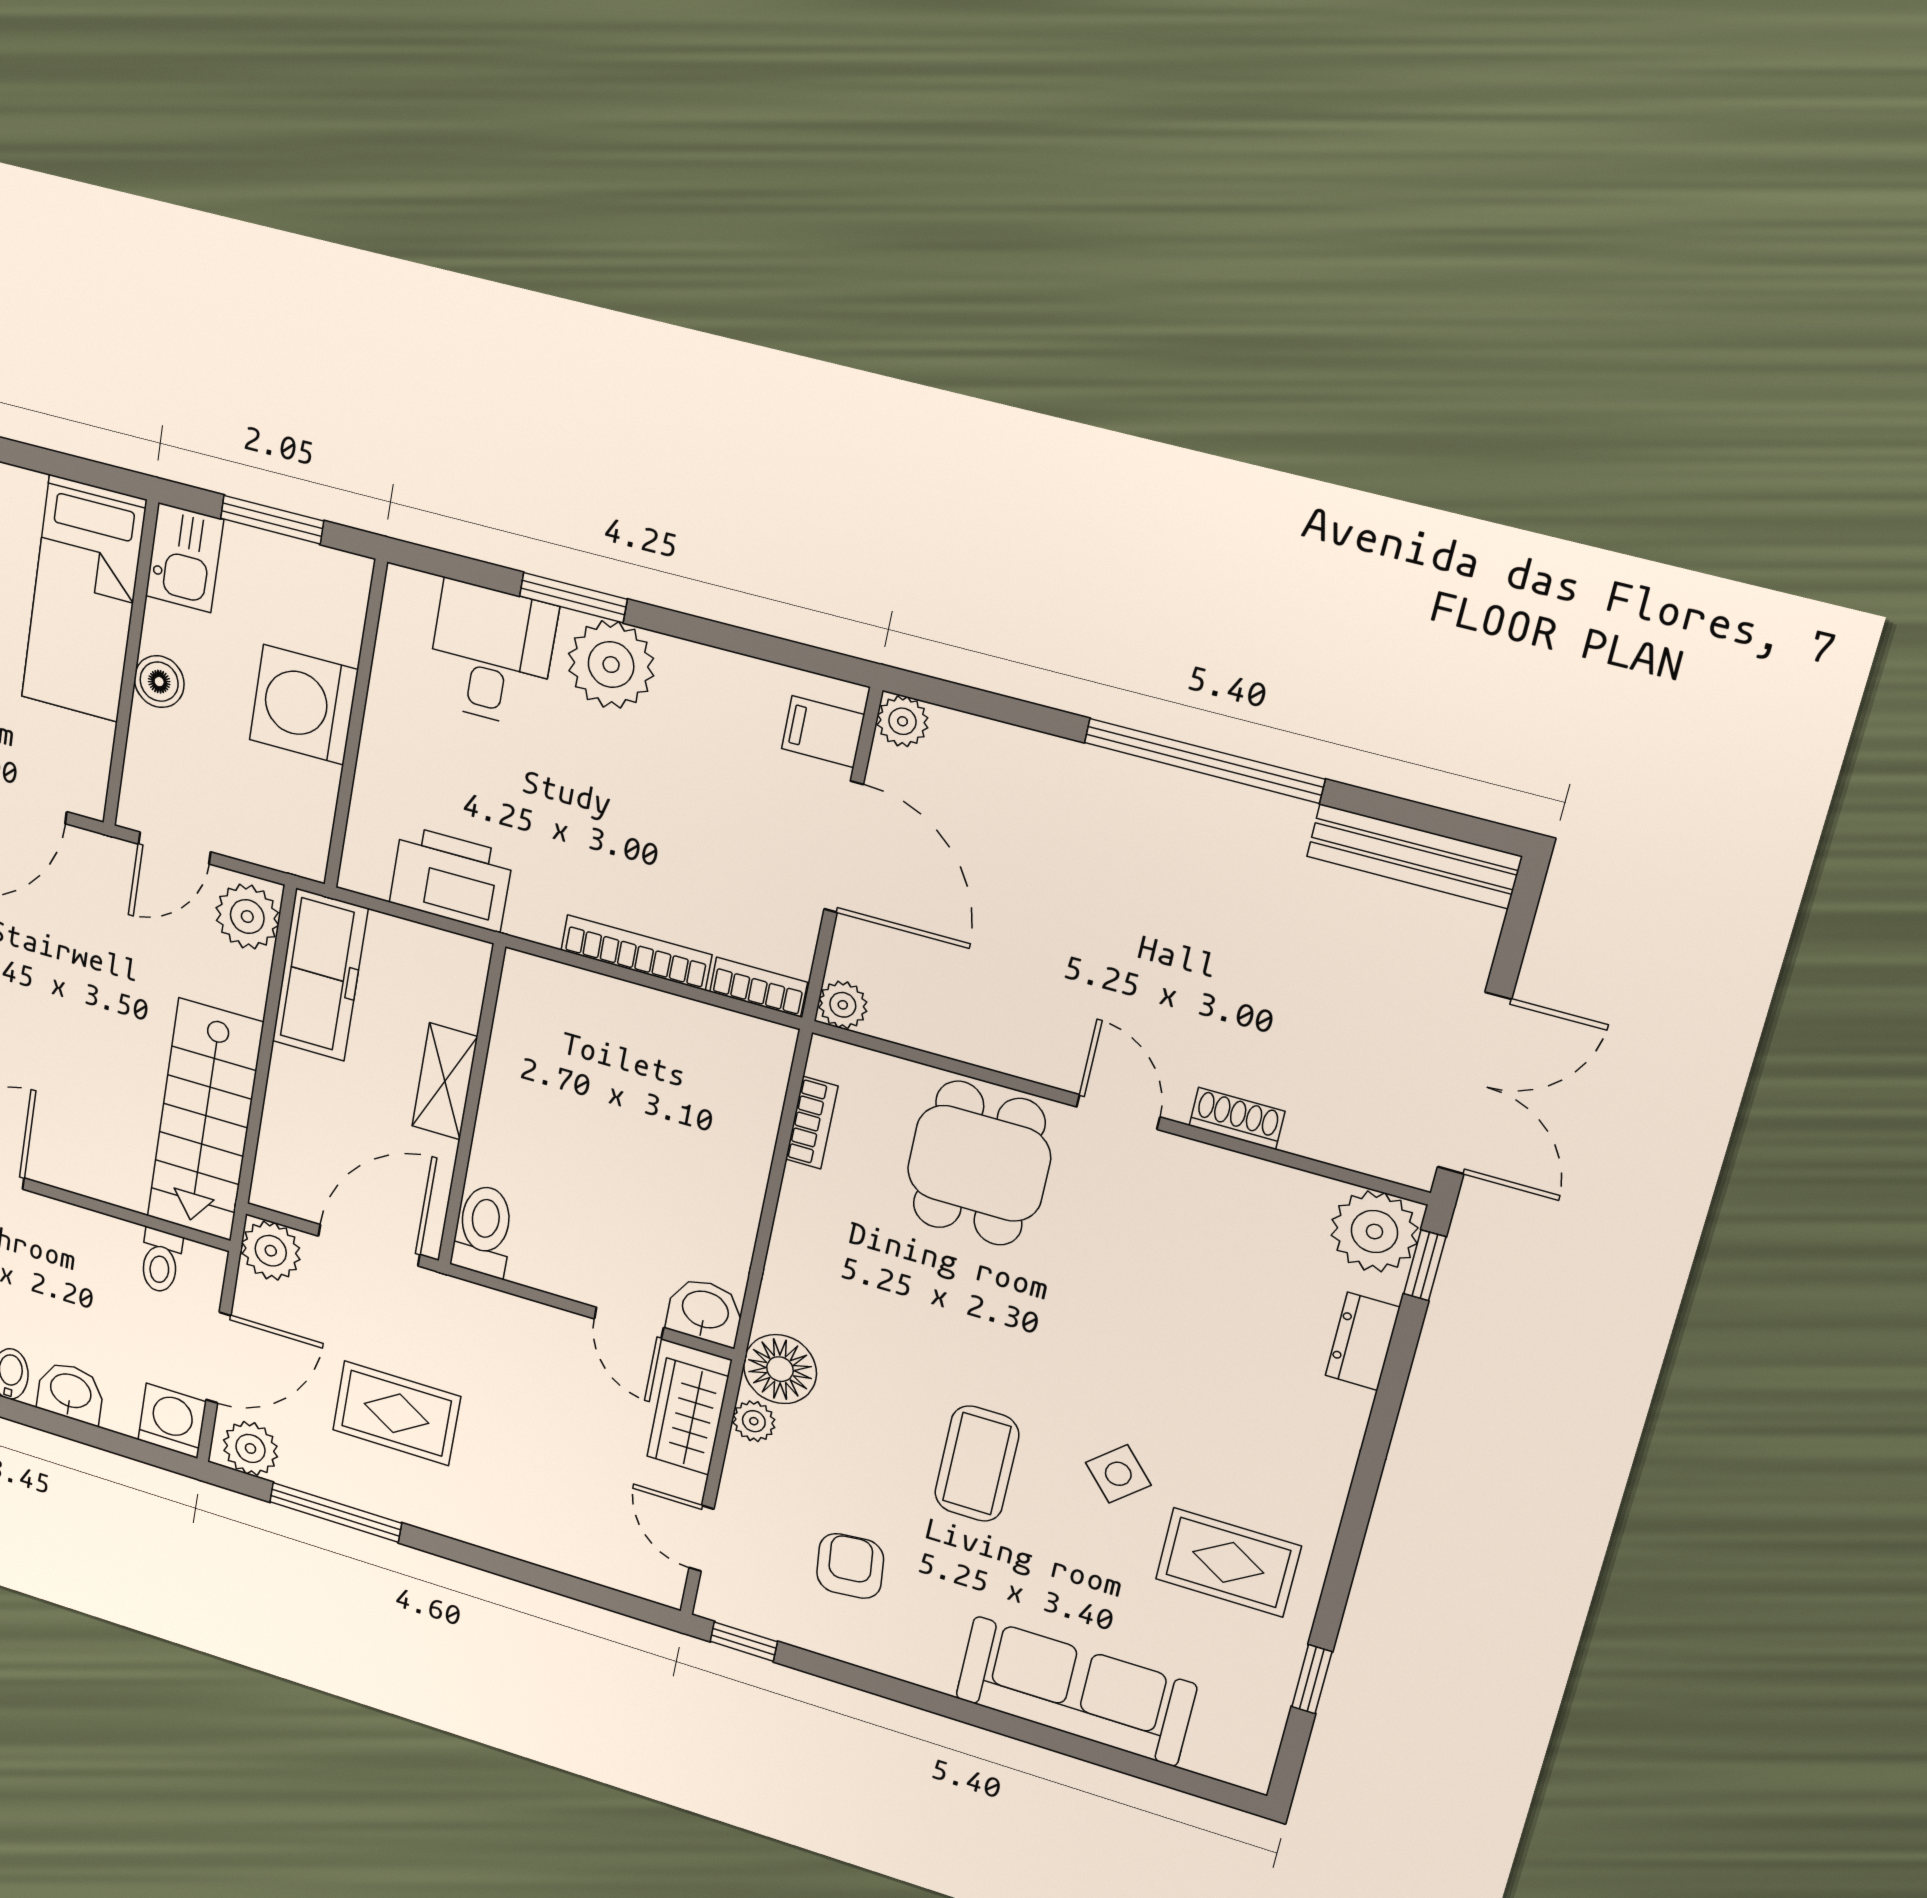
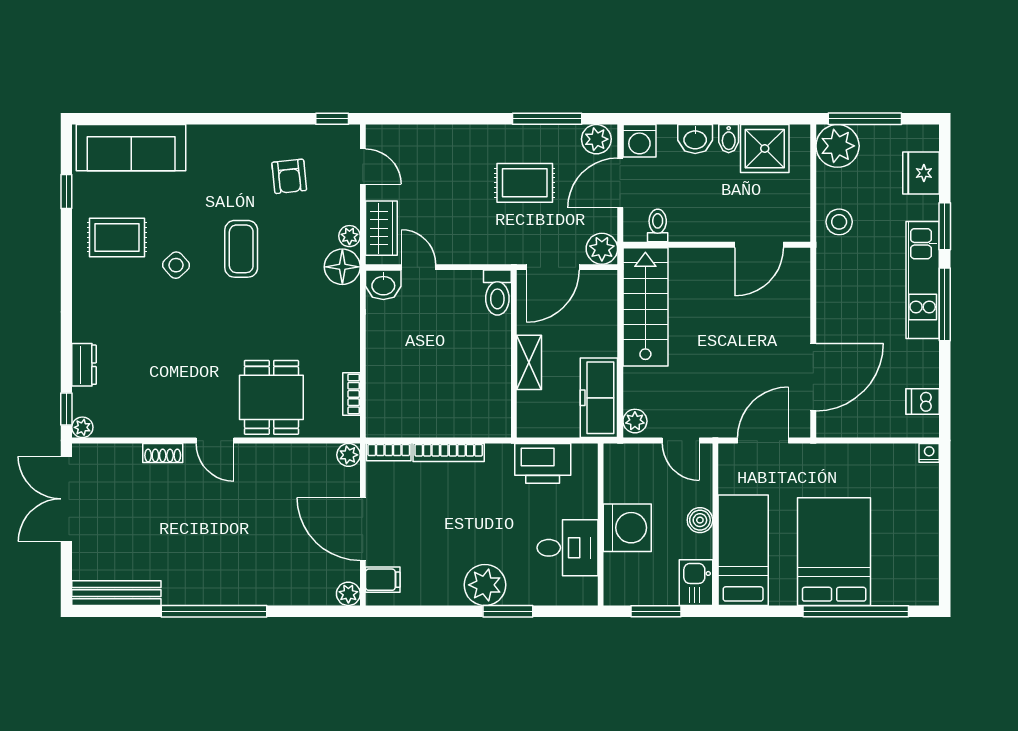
desk: (491, 654) -> (568, 548), moved, turned -90
door: (174, 848) -> (681, 441), swing flipped
plant: (247, 917) -> (635, 421), width x0.73, depth x0.73
plant: (1374, 1232) -> (82, 427), width x0.53, depth x0.53
sofa: (1076, 1691) -> (131, 148), moved

